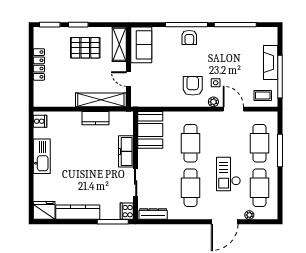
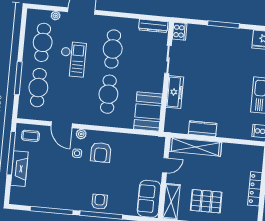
door: (129, 79) -> (165, 165), hinge flipped
kitchen counter: (78, 212) -> (230, 35), removed
window: (113, 222) -> (223, 25), moved

